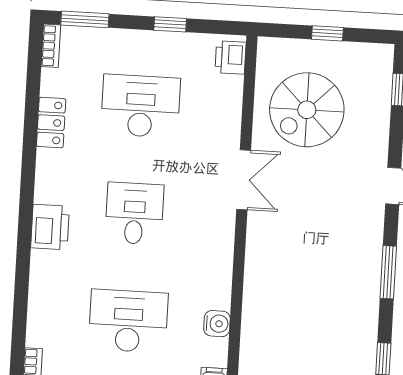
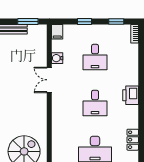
double door: (244, 180) -> (49, 80), moved
desk: (128, 321) -> (95, 57), width x0.73

